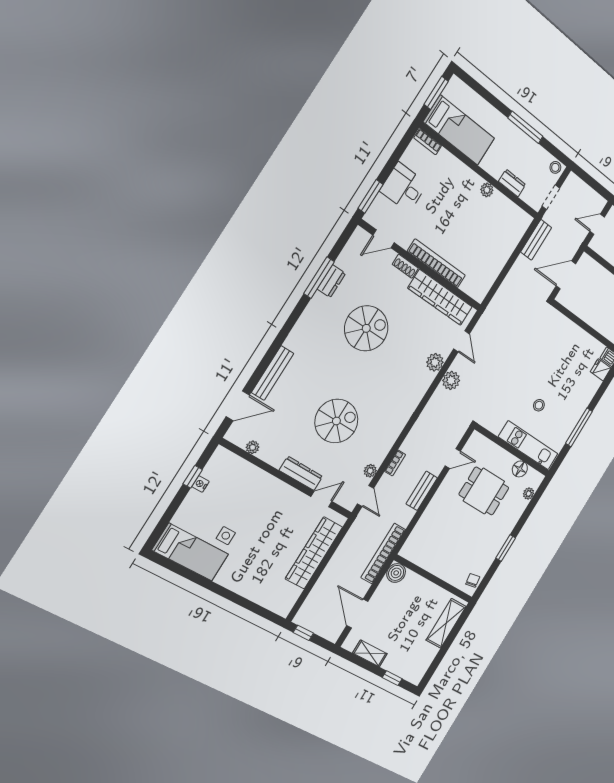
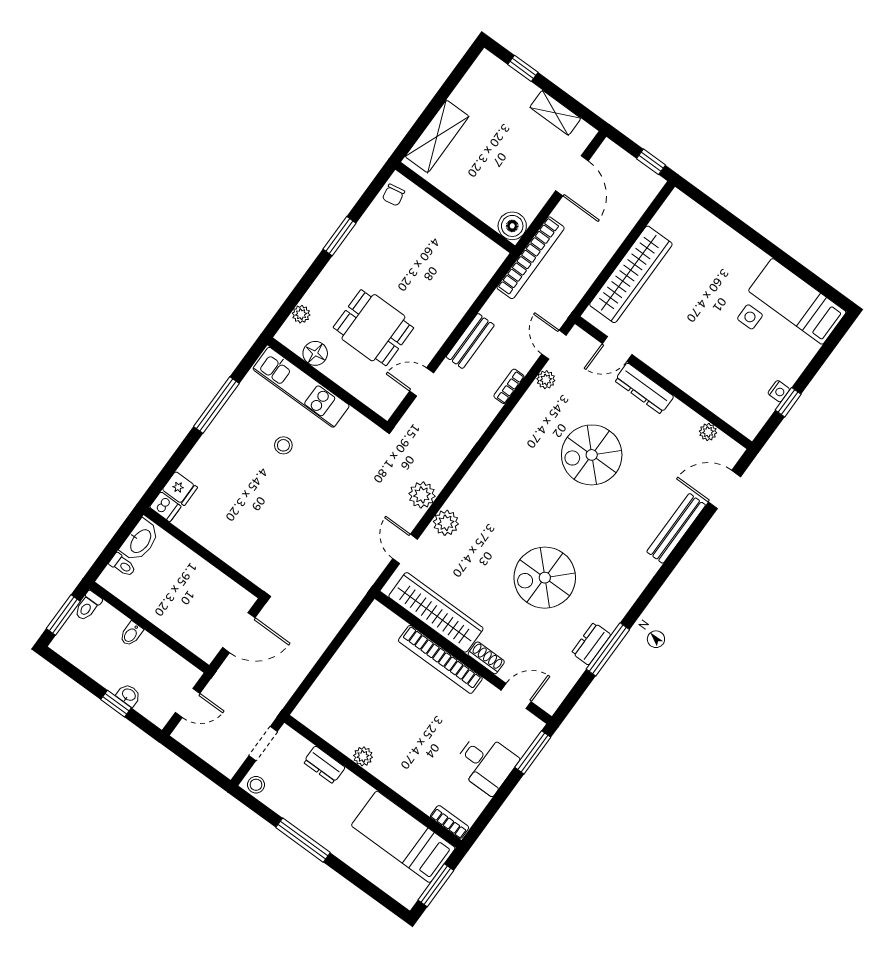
bench: (536, 240) -> (287, 685), removed

